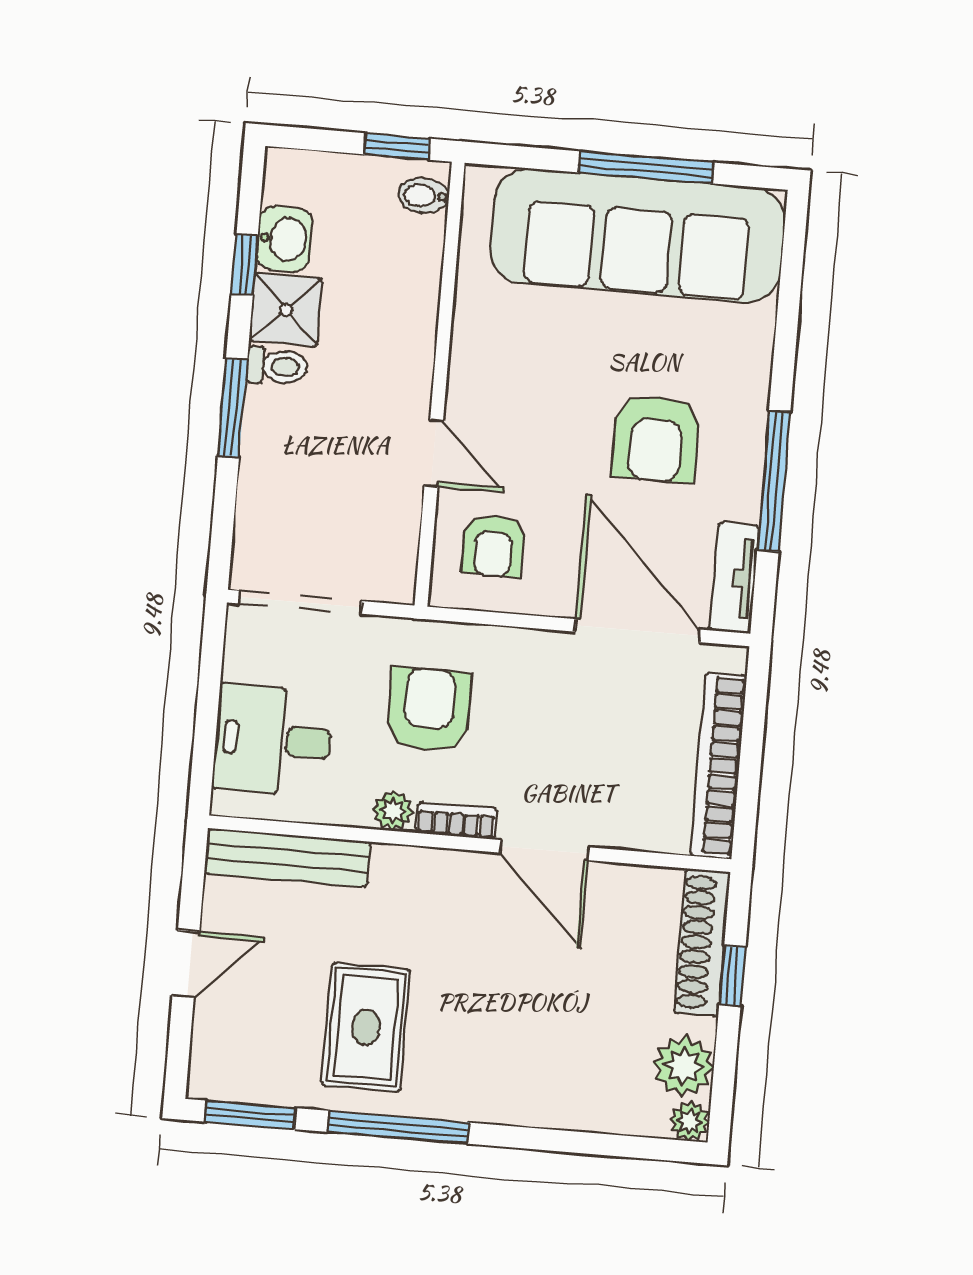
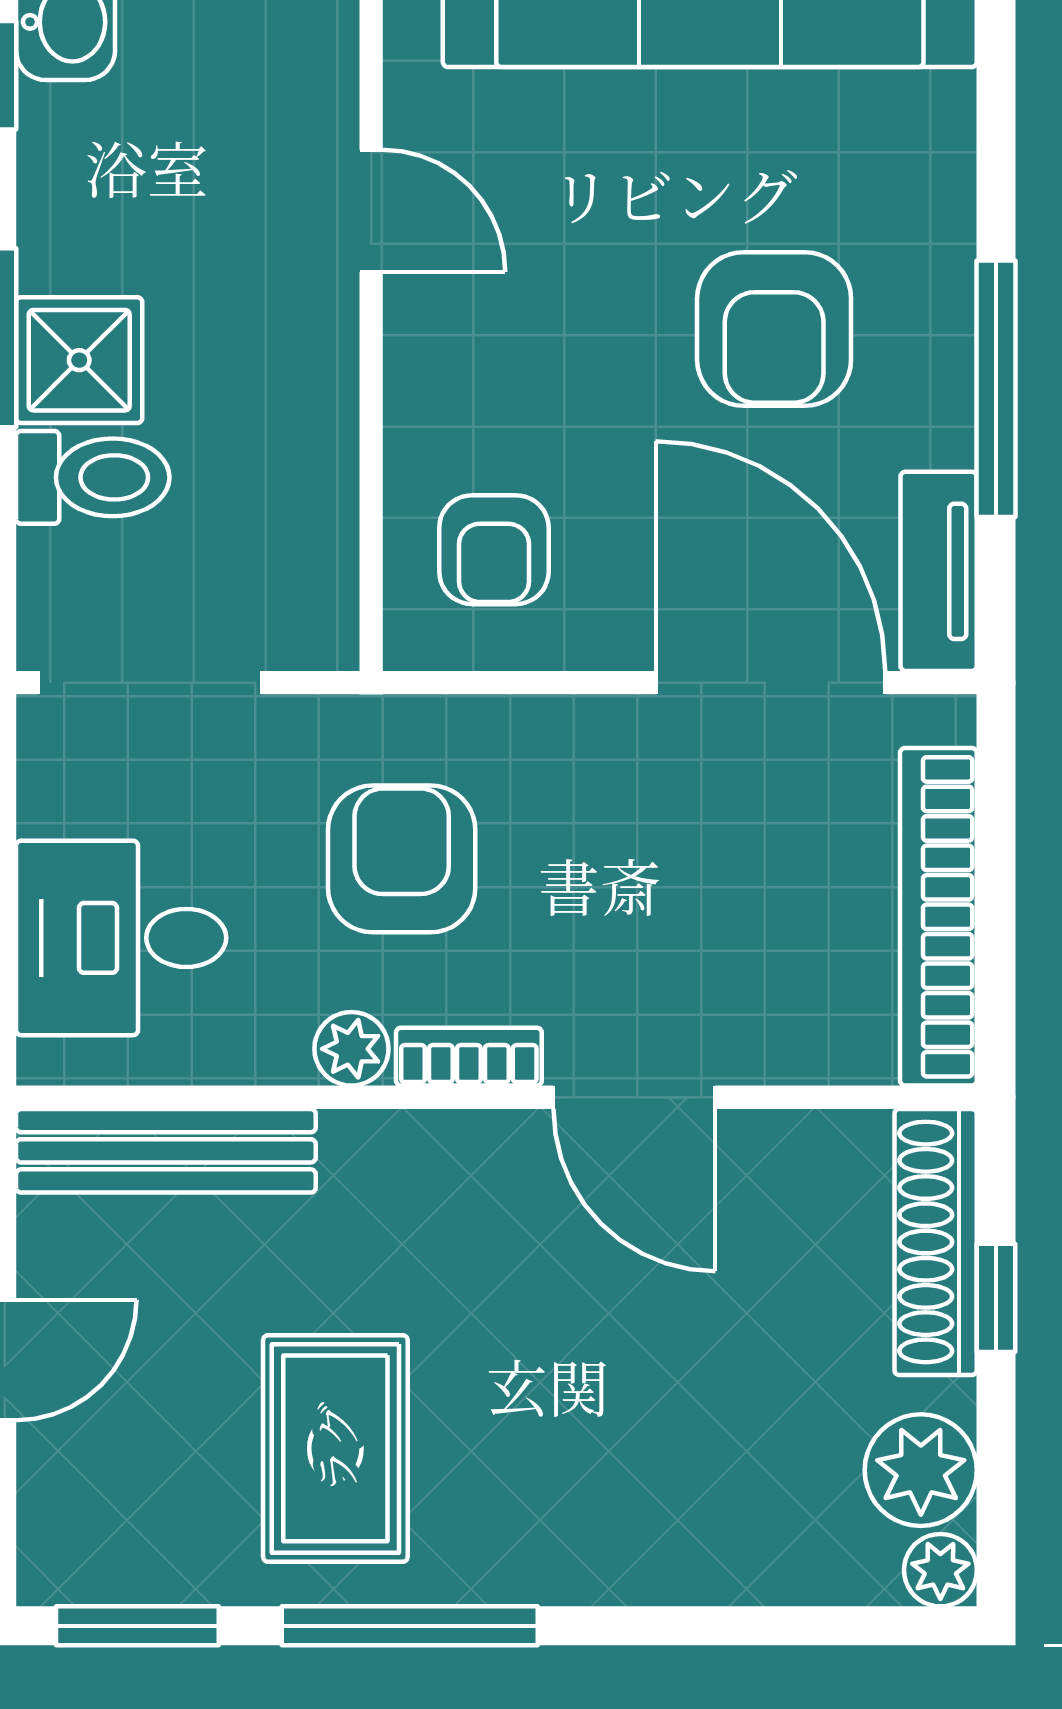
shower: (286, 310) -> (79, 360), moved
toilet: (277, 366) -> (93, 477), moved, width x1.37, depth x1.39
door: (434, 453) -> (371, 211), moved

